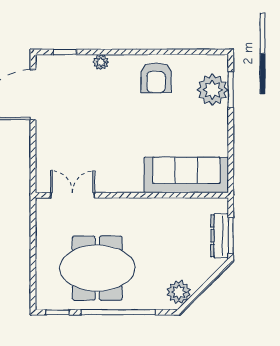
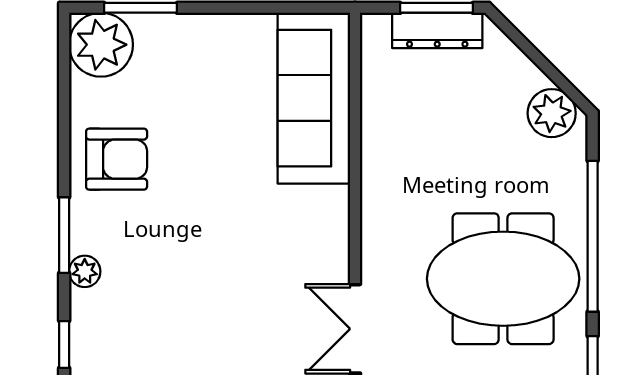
window: (119, 52) -> (64, 235), added
plant: (213, 90) -> (101, 45), moved
meeting table: (97, 268) -> (503, 279), turned 90

